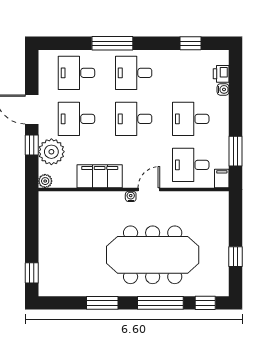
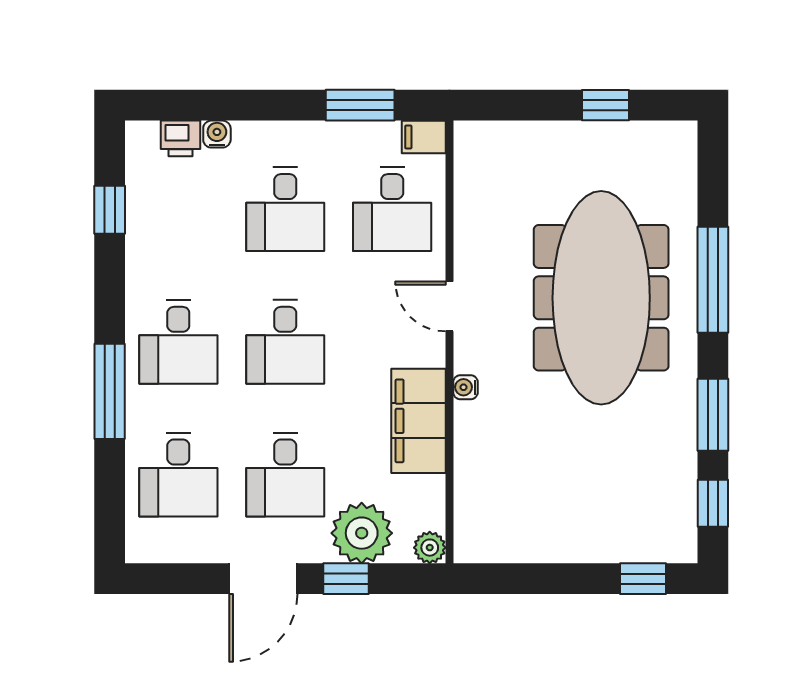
water cooler: (131, 196) -> (465, 387), moved
window: (205, 303) -> (713, 503), moved

